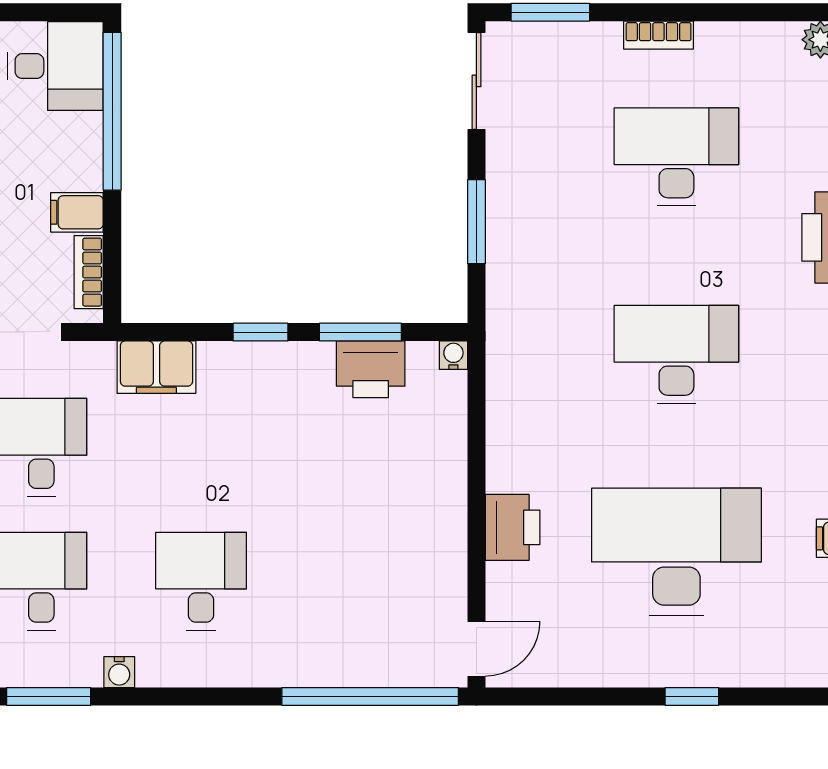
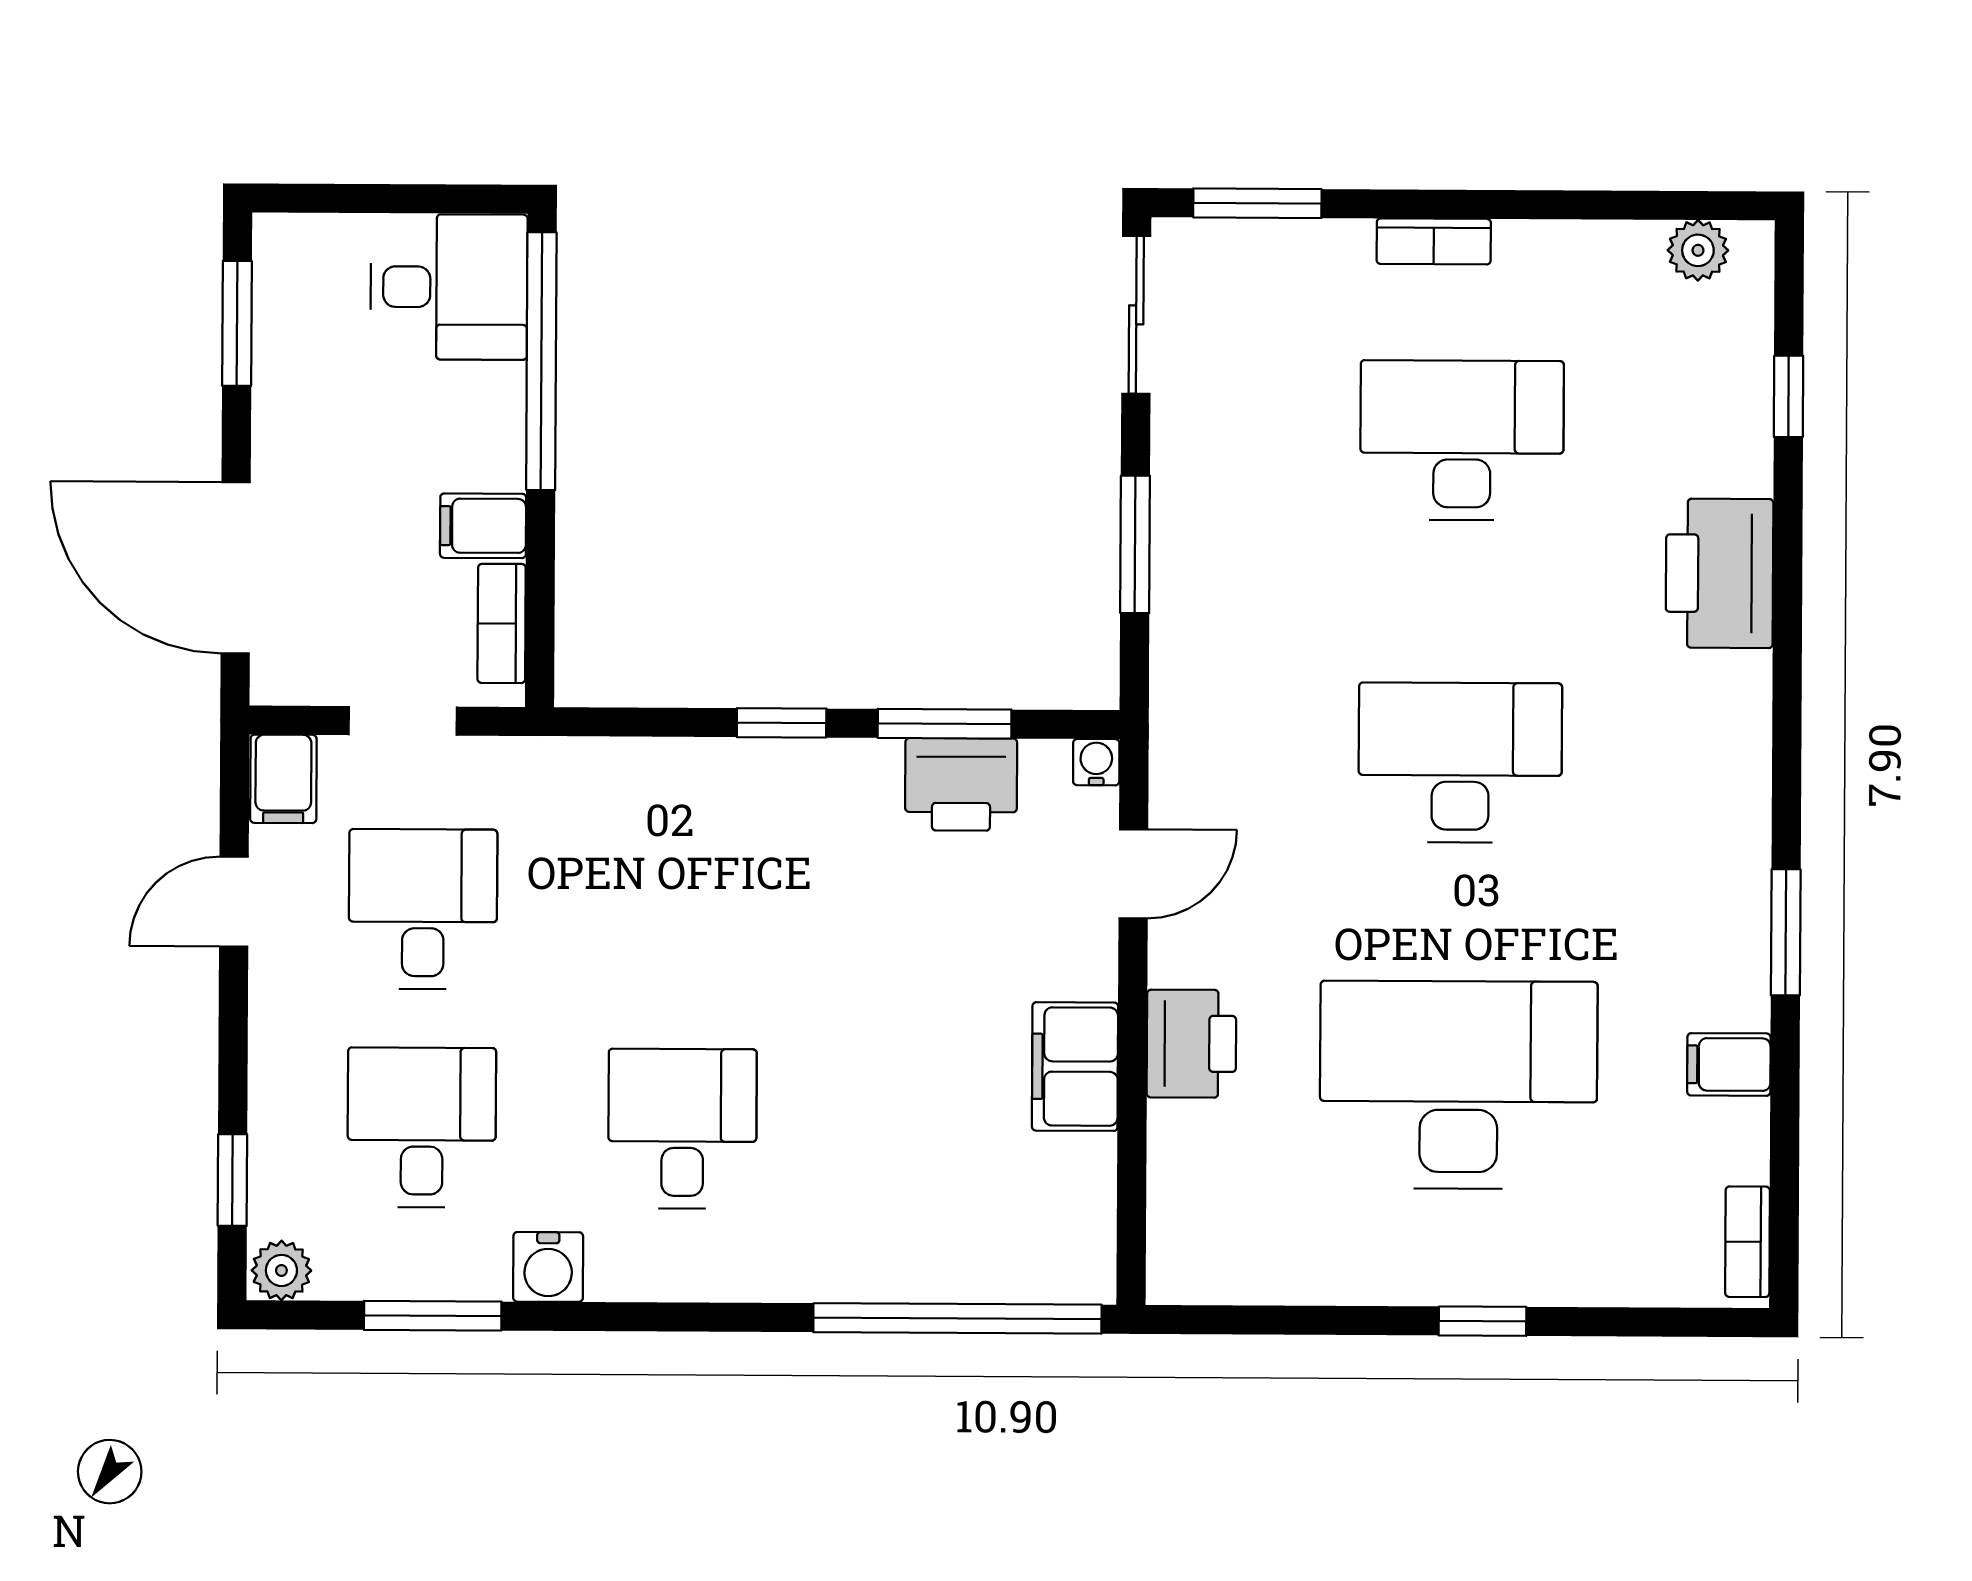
filing cabinet: (156, 367) -> (1075, 1067), moved, turned 90
door: (476, 649) -> (1133, 874), moved
water cooler: (119, 672) -> (548, 1267), width x1.38, depth x1.38

